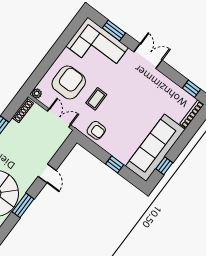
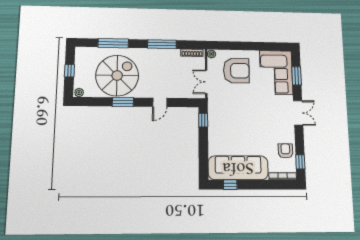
coffee table: (96, 99) -> (240, 99), removed
double door: (59, 118) -> (206, 82), swing flipped
armchair: (96, 130) -> (285, 151), moved, turned 180
window: (115, 164) -> (203, 120), moved

